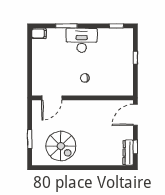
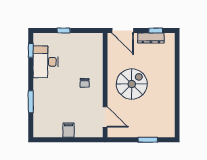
filing cabinet: (39, 33) -> (69, 130), moved
desk: (82, 40) -> (46, 62), moved
spiral stairs: (61, 146) -> (132, 84), moved
dresser: (128, 153) -> (151, 38), moved

